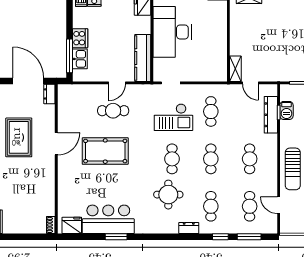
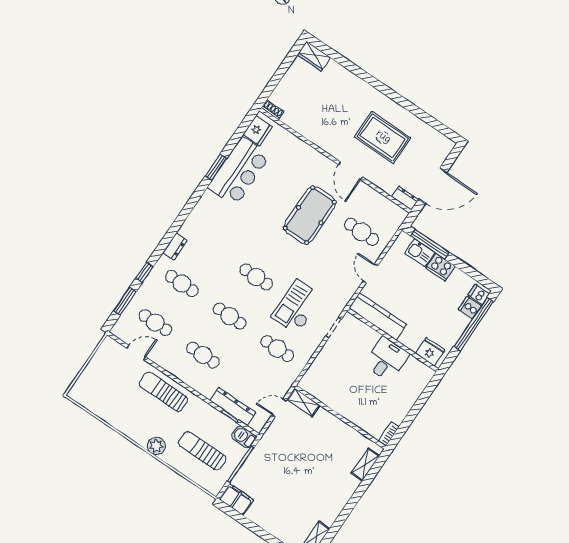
desk: (172, 32) -> (387, 359), width x0.53, depth x0.77
barbecue: (286, 110) -> (244, 437), moved
cafe table: (113, 111) -> (362, 232), moved, turned 90
round table: (168, 195) -> (223, 249), removed

